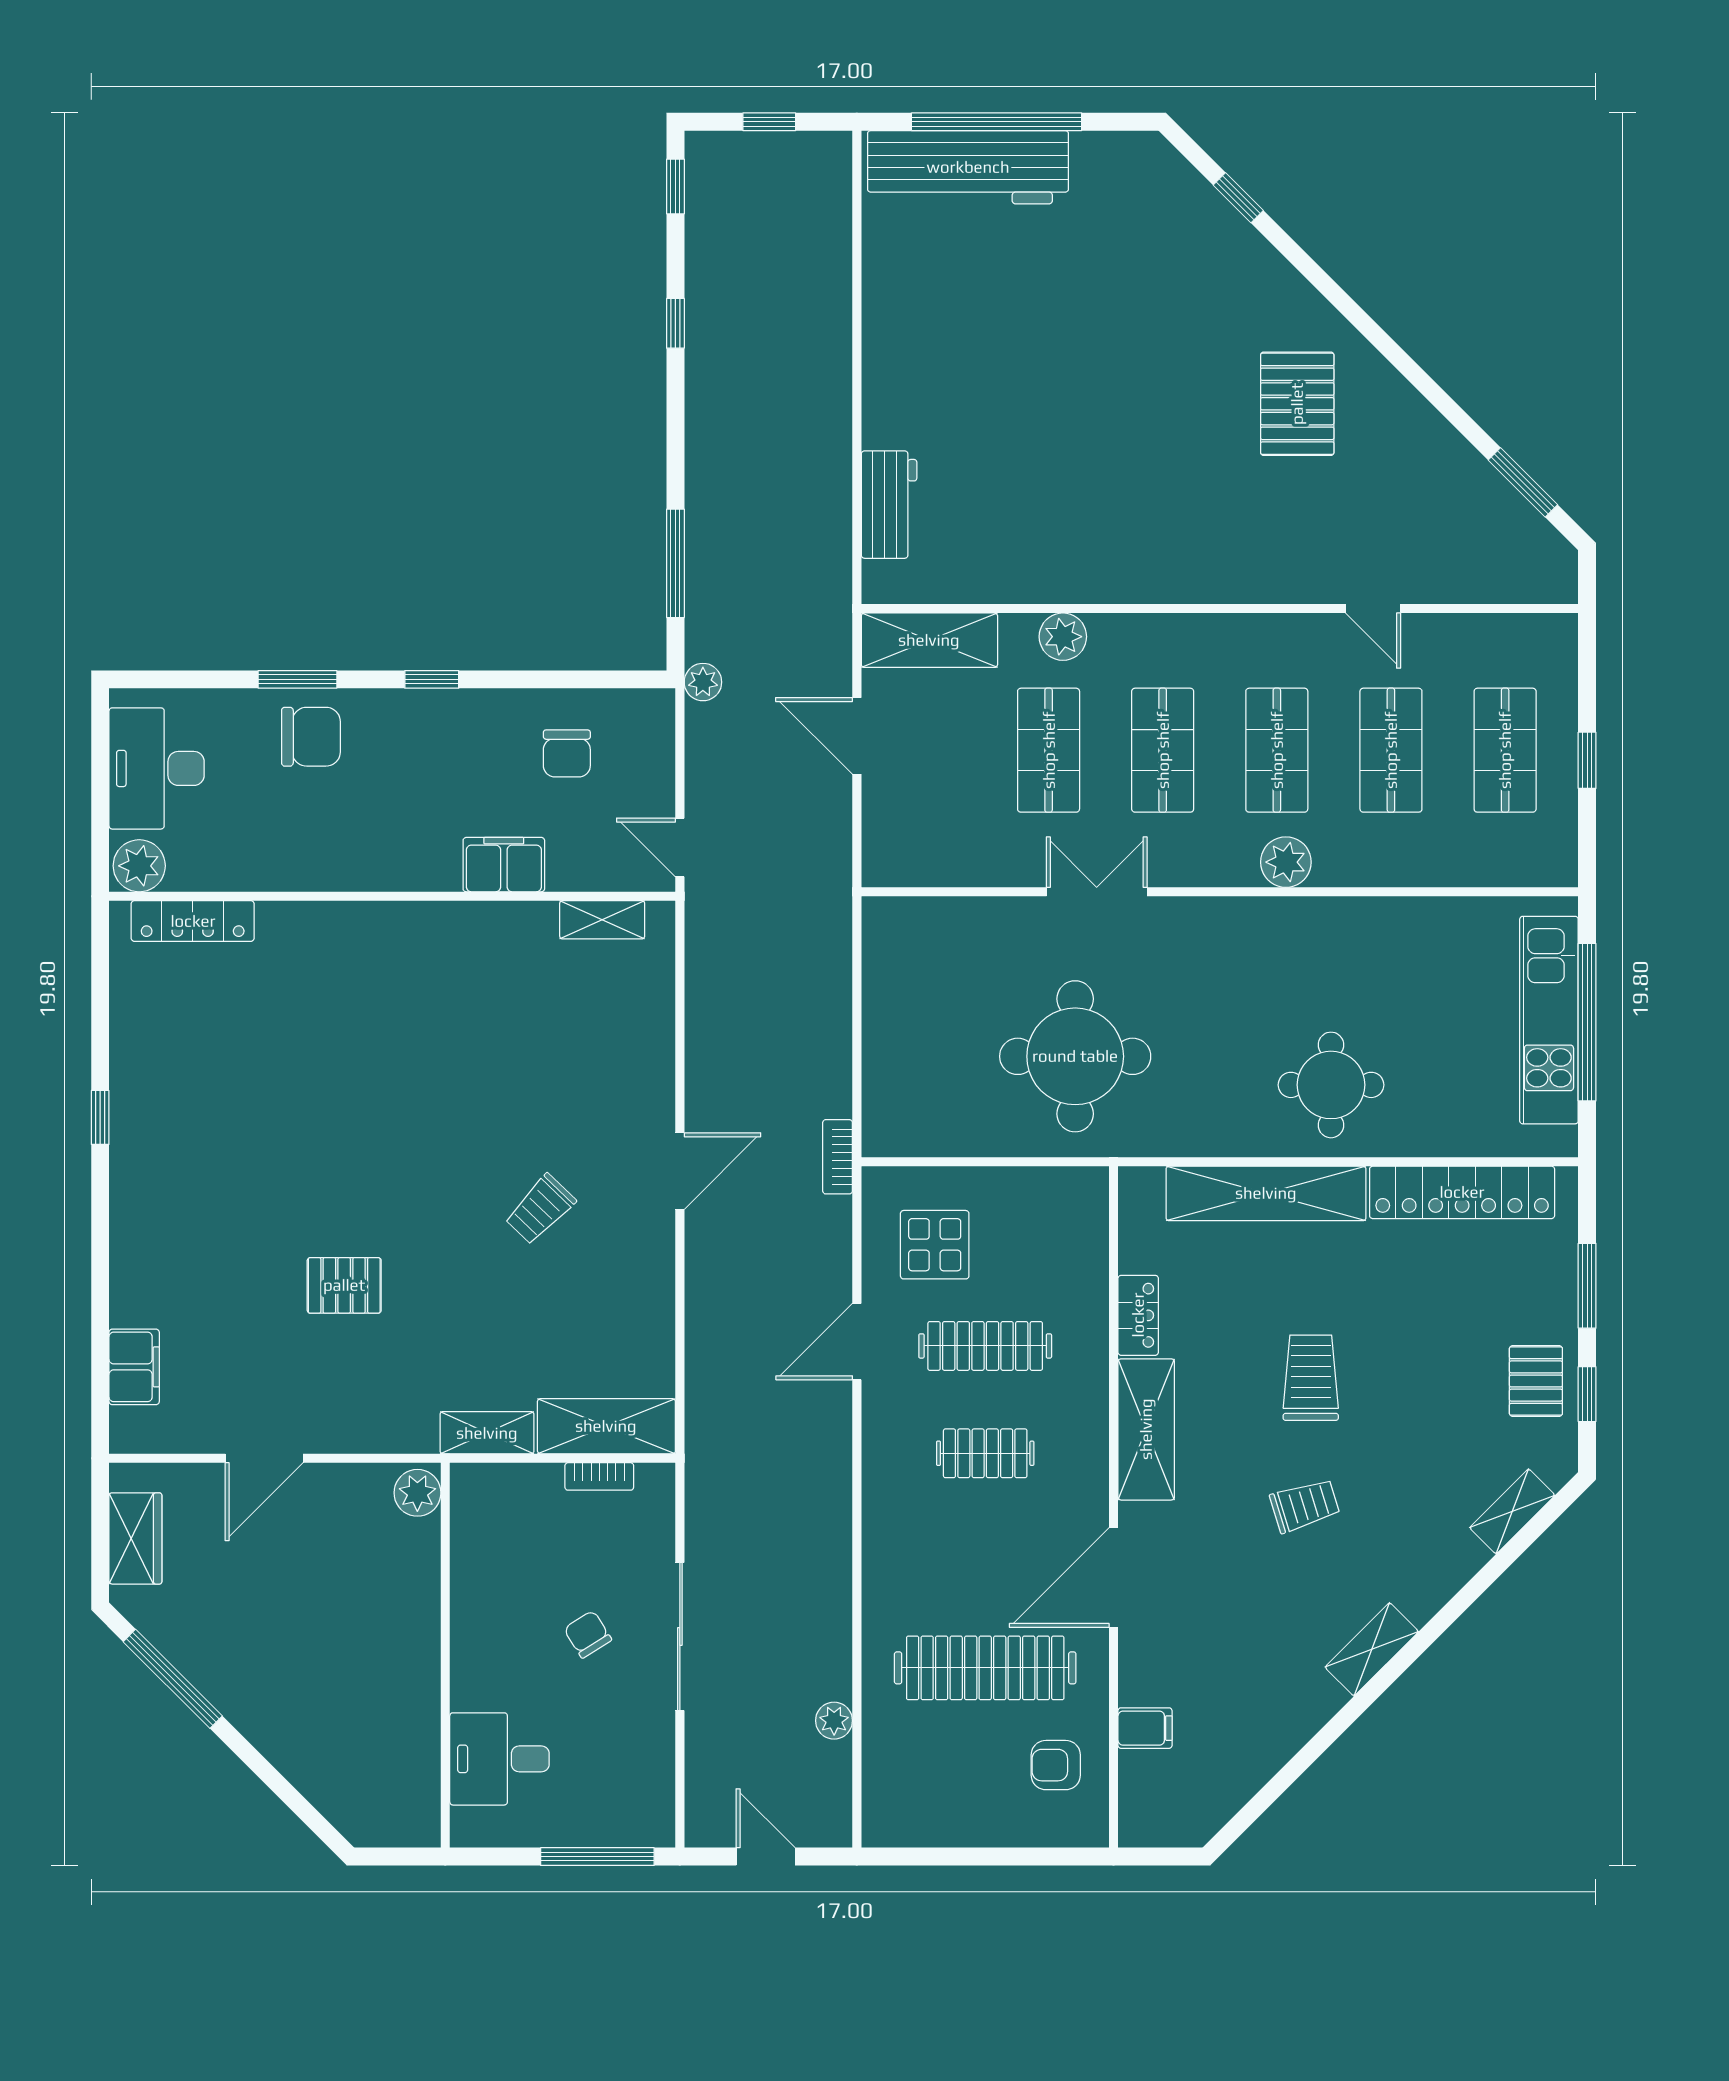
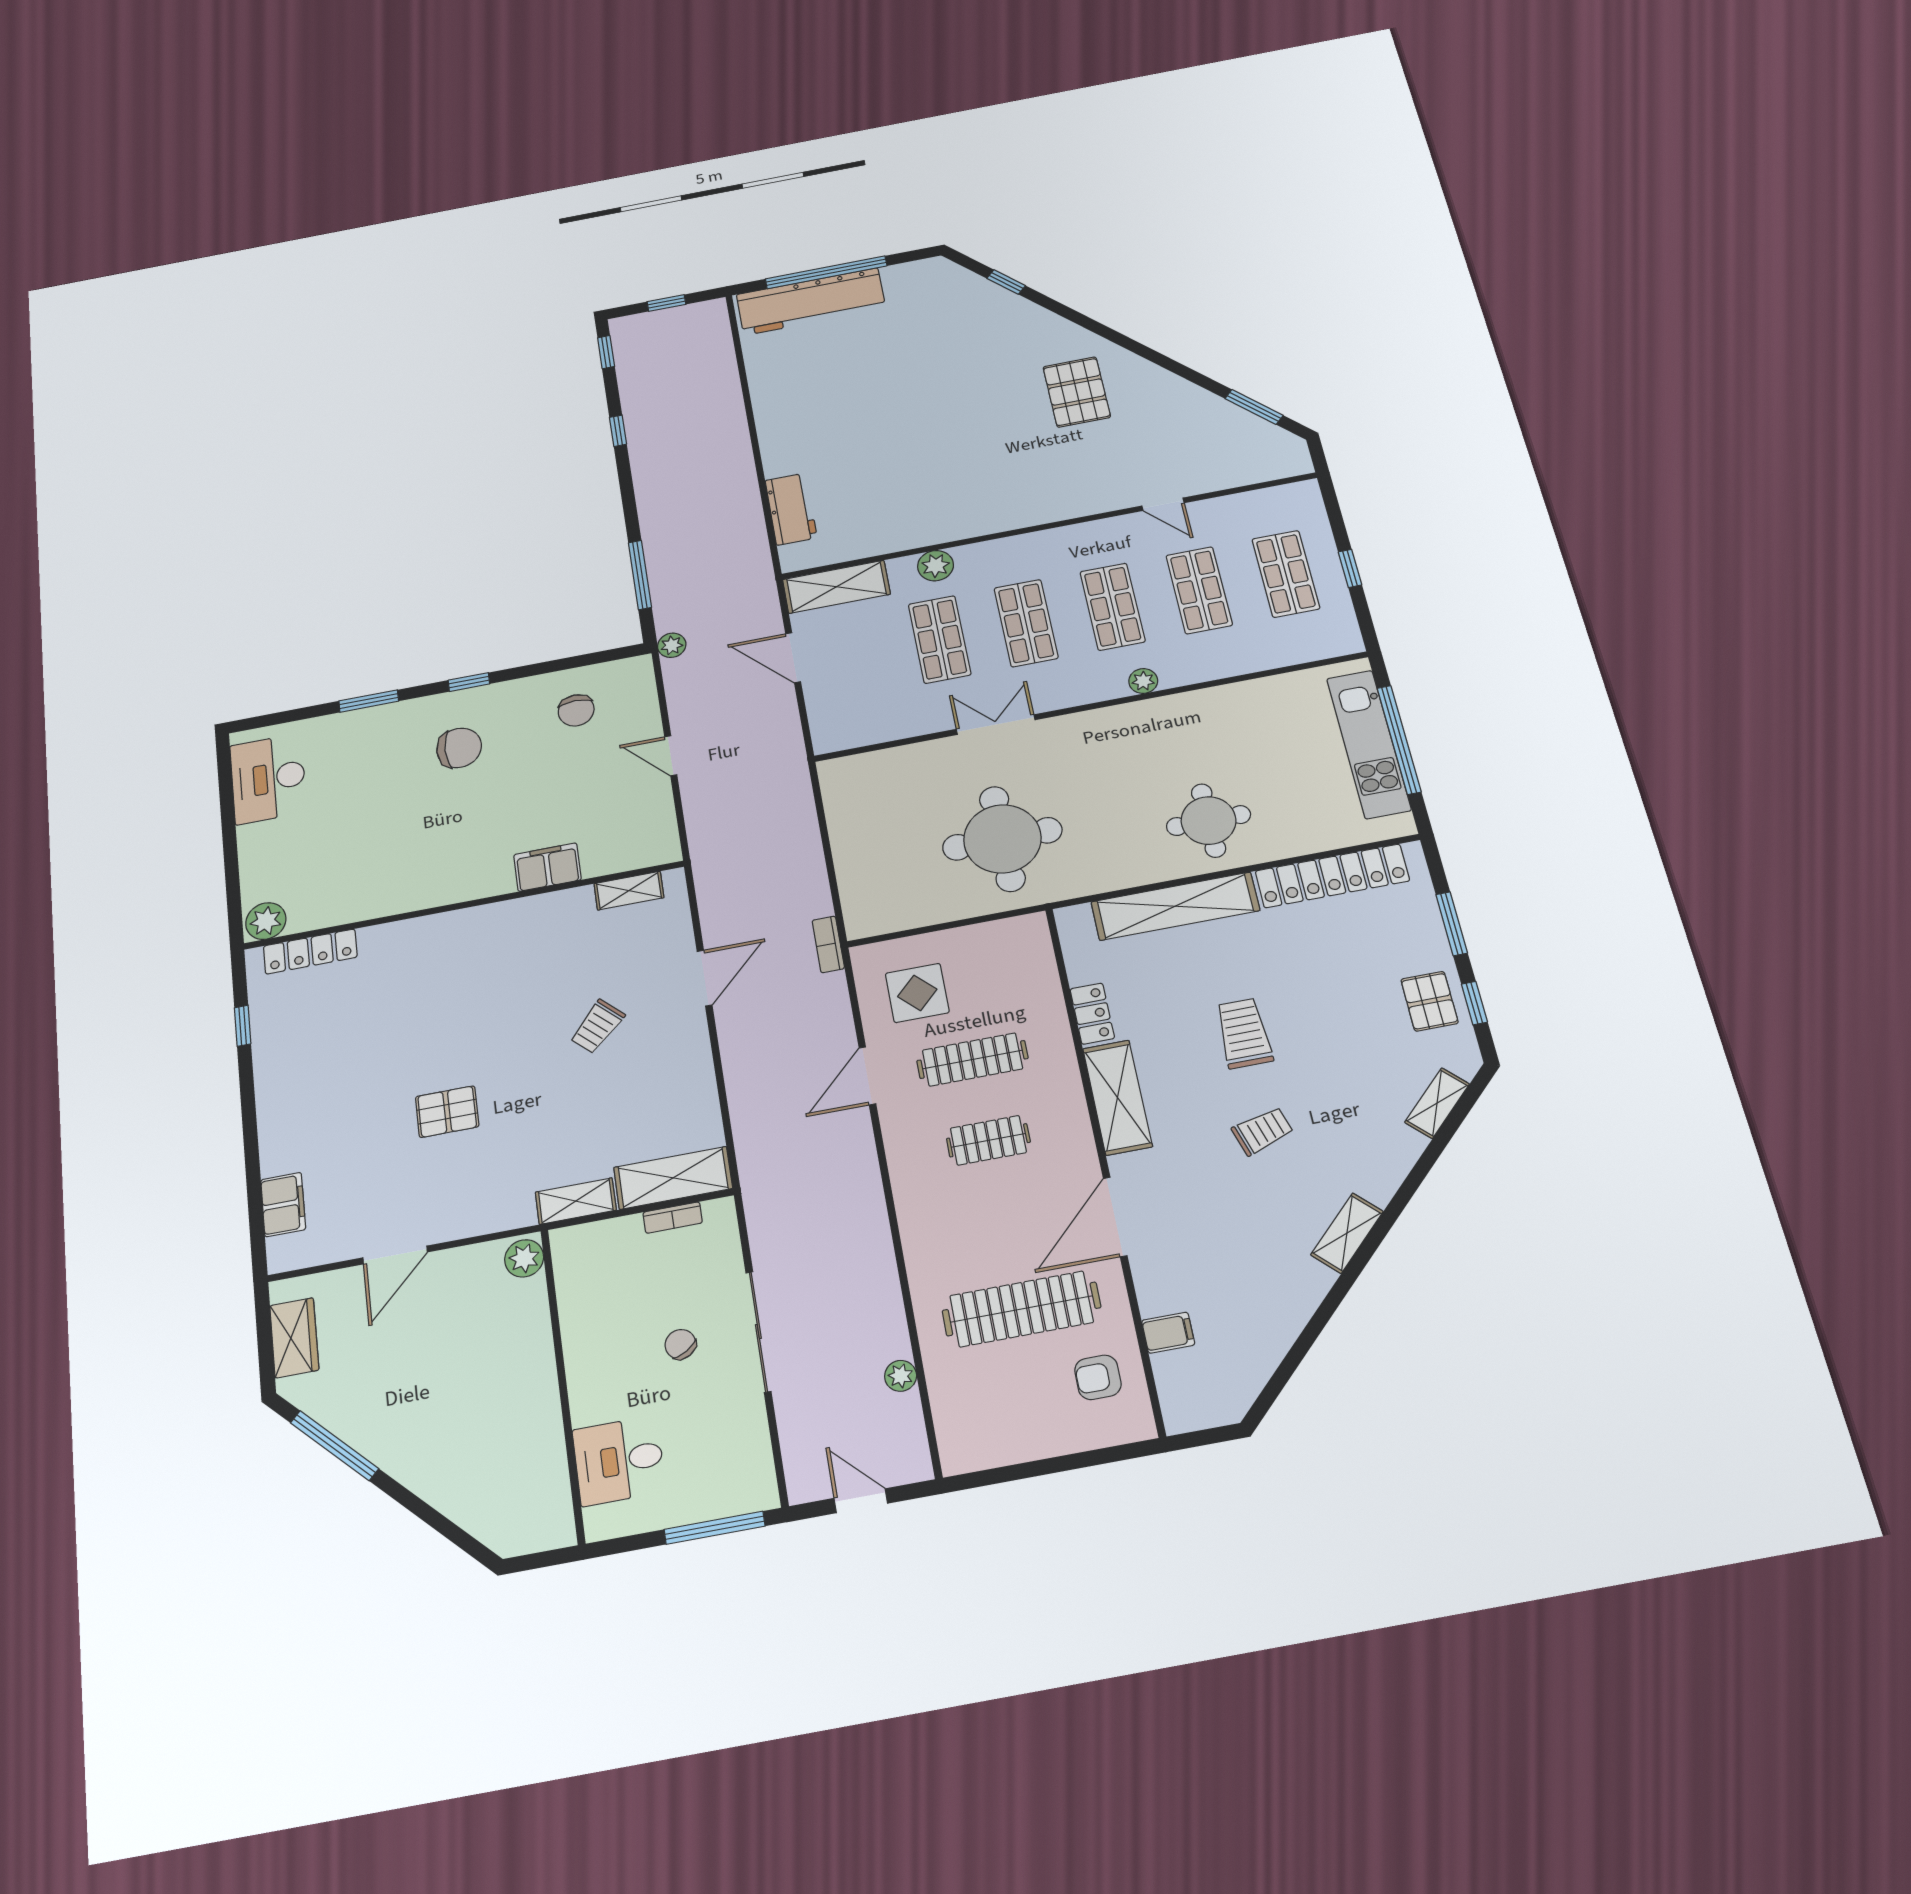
chair: (311, 737) -> (459, 748), moved
plant: (1286, 862) -> (1143, 681), width x0.73, depth x0.73
filing cabinet: (504, 865) -> (547, 867), moved
plant: (139, 866) -> (266, 921), moved
wall: (392, 896) -> (464, 905), moved
shelving: (602, 920) -> (629, 891), moved
locker: (193, 921) -> (310, 952), moved

